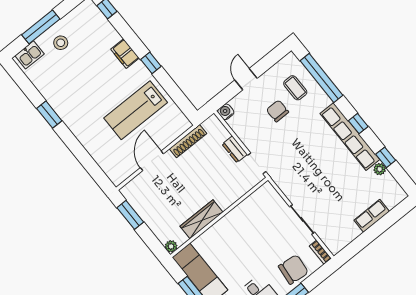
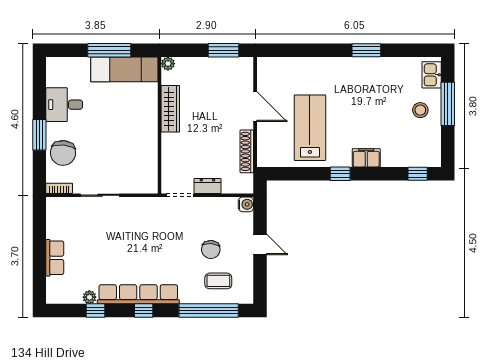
chair: (277, 111) -> (211, 250), turned 95

